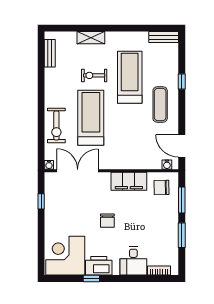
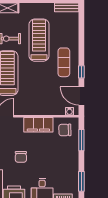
window: (182, 81) -> (81, 72), moved
window: (182, 235) -> (81, 181), moved

